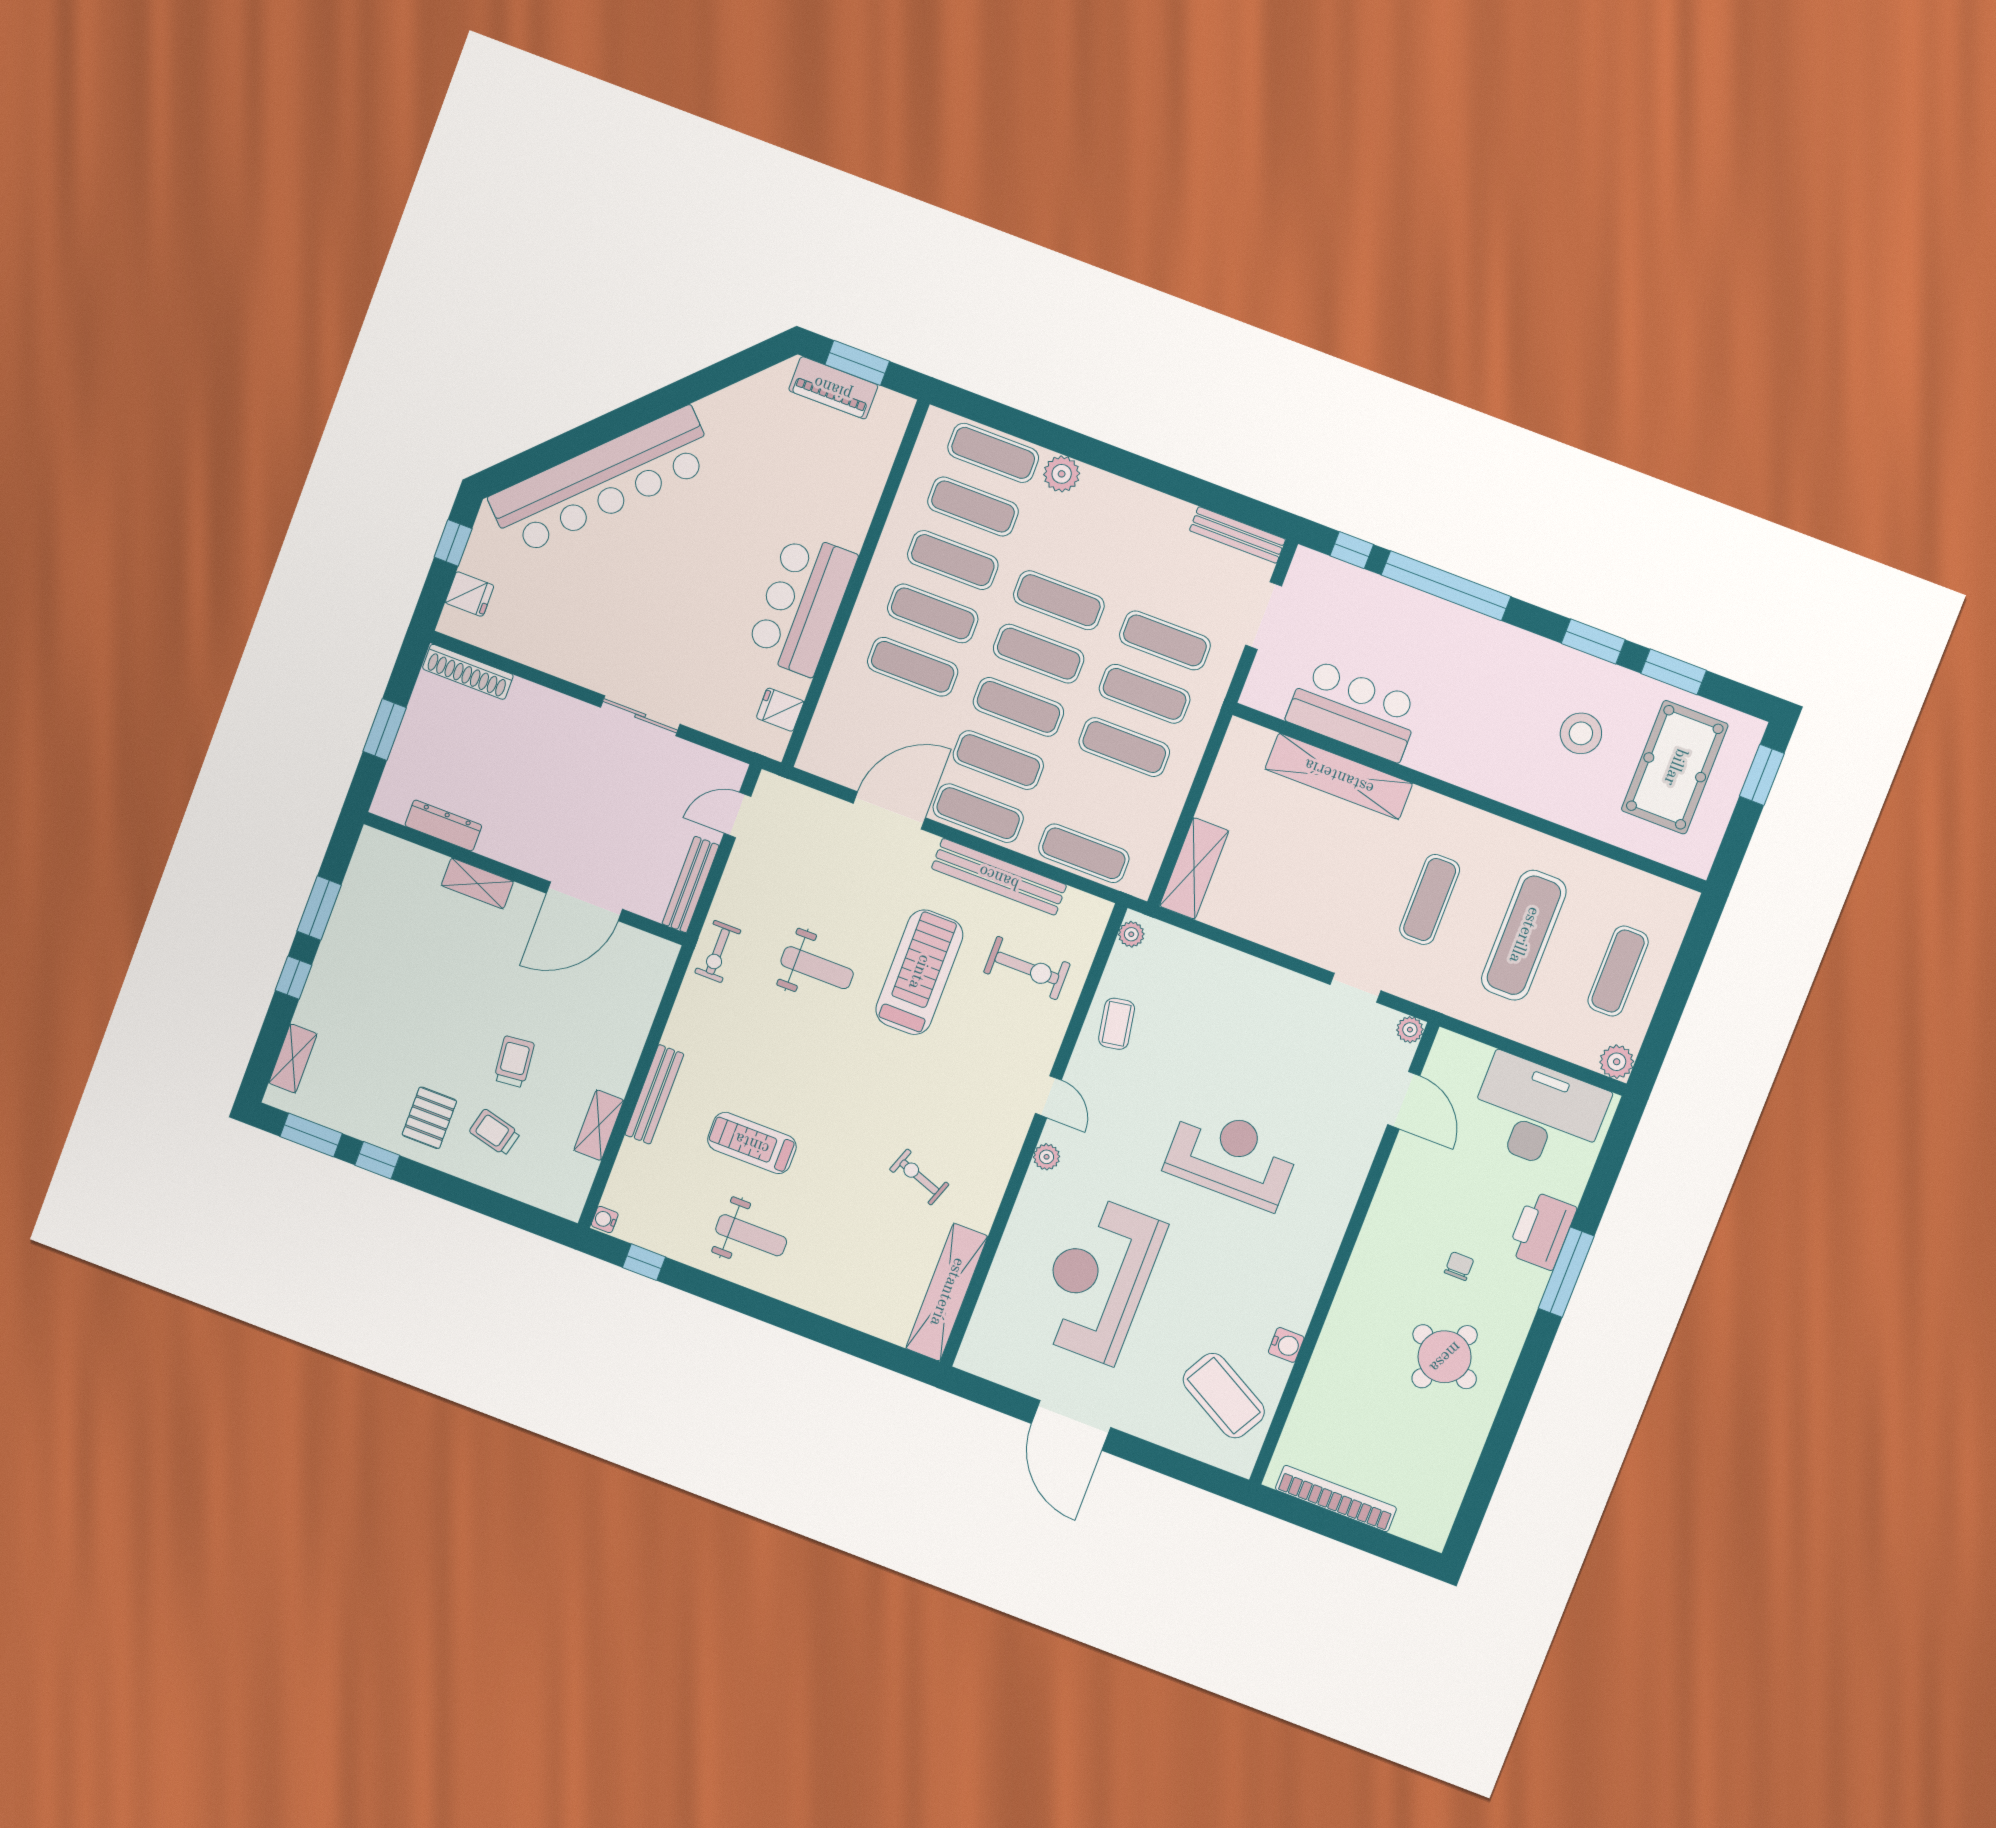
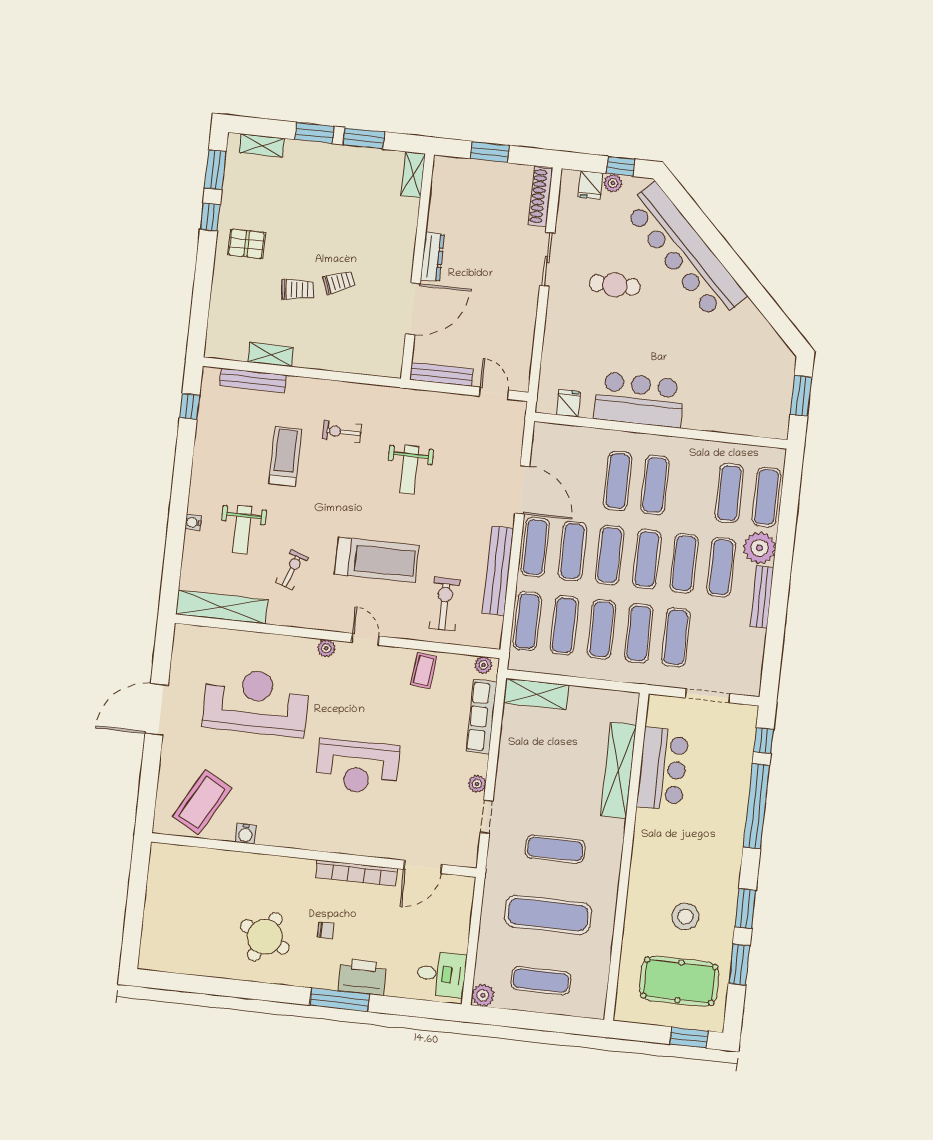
piano: (833, 388) -> (781, 385), removed
plant: (1062, 474) -> (760, 548), width x1.36, depth x1.36
bench: (1238, 535) -> (762, 597), moved
plant: (475, 560) -> (613, 183), added
exercise mat: (953, 560) -> (721, 567), moved
cafe table: (624, 596) -> (615, 285), added
sliding door: (640, 716) -> (547, 259), moved
exercise mat: (1104, 800) -> (564, 625), added
dresser: (443, 825) -> (432, 257), moved
shelving: (477, 883) -> (413, 175), moved
door: (584, 901) -> (413, 309), swing flipped
exercise bike: (718, 951) -> (342, 432), moved
row of seats: (1206, 957) -> (481, 717), added
exercise bike: (1027, 968) -> (444, 604), turned 180
treadmill: (919, 972) -> (377, 560), moved
window: (294, 978) -> (314, 133), width x1.50
coffee table: (1117, 1024) -> (424, 671), turned -73
plant: (1410, 1030) -> (477, 784), moved
bench: (654, 1094) -> (253, 380), moved
door: (1048, 1097) -> (365, 639), swing flipped
desk: (1538, 1114) -> (441, 974), width x0.53, depth x0.77
trolley: (495, 1132) -> (339, 282), moved, turned 55
reception desk: (1232, 1157) -> (357, 767), turned 90
water cooler: (605, 1220) -> (193, 522), moved, turned -90
weight bench: (751, 1235) -> (242, 530), moved
bookcase: (1336, 1499) -> (356, 873), moved, turned 90

